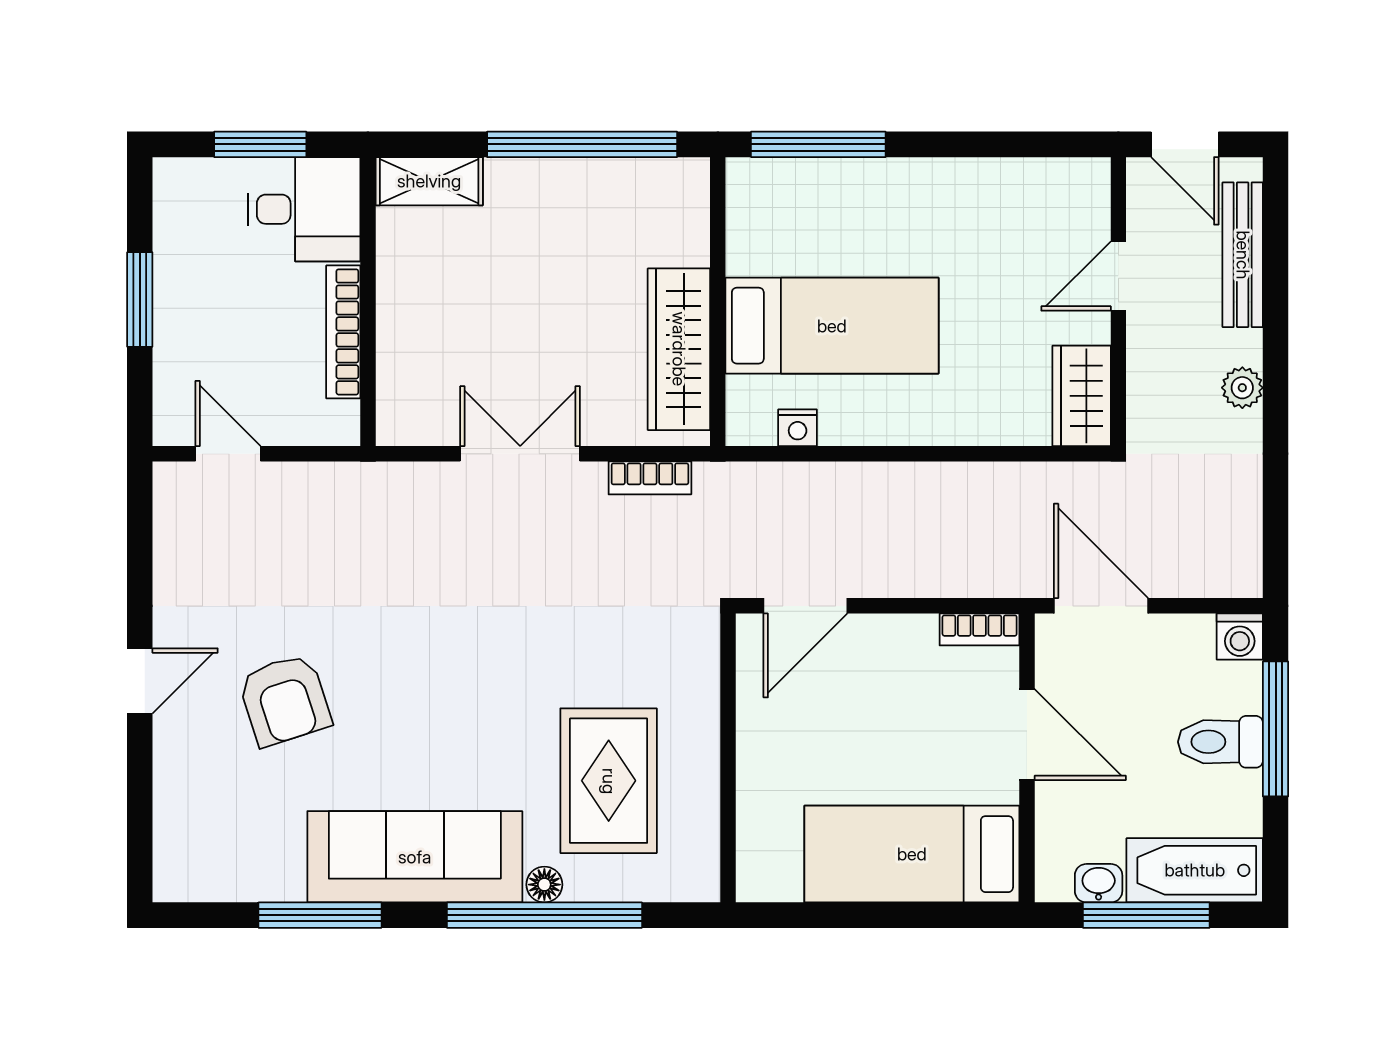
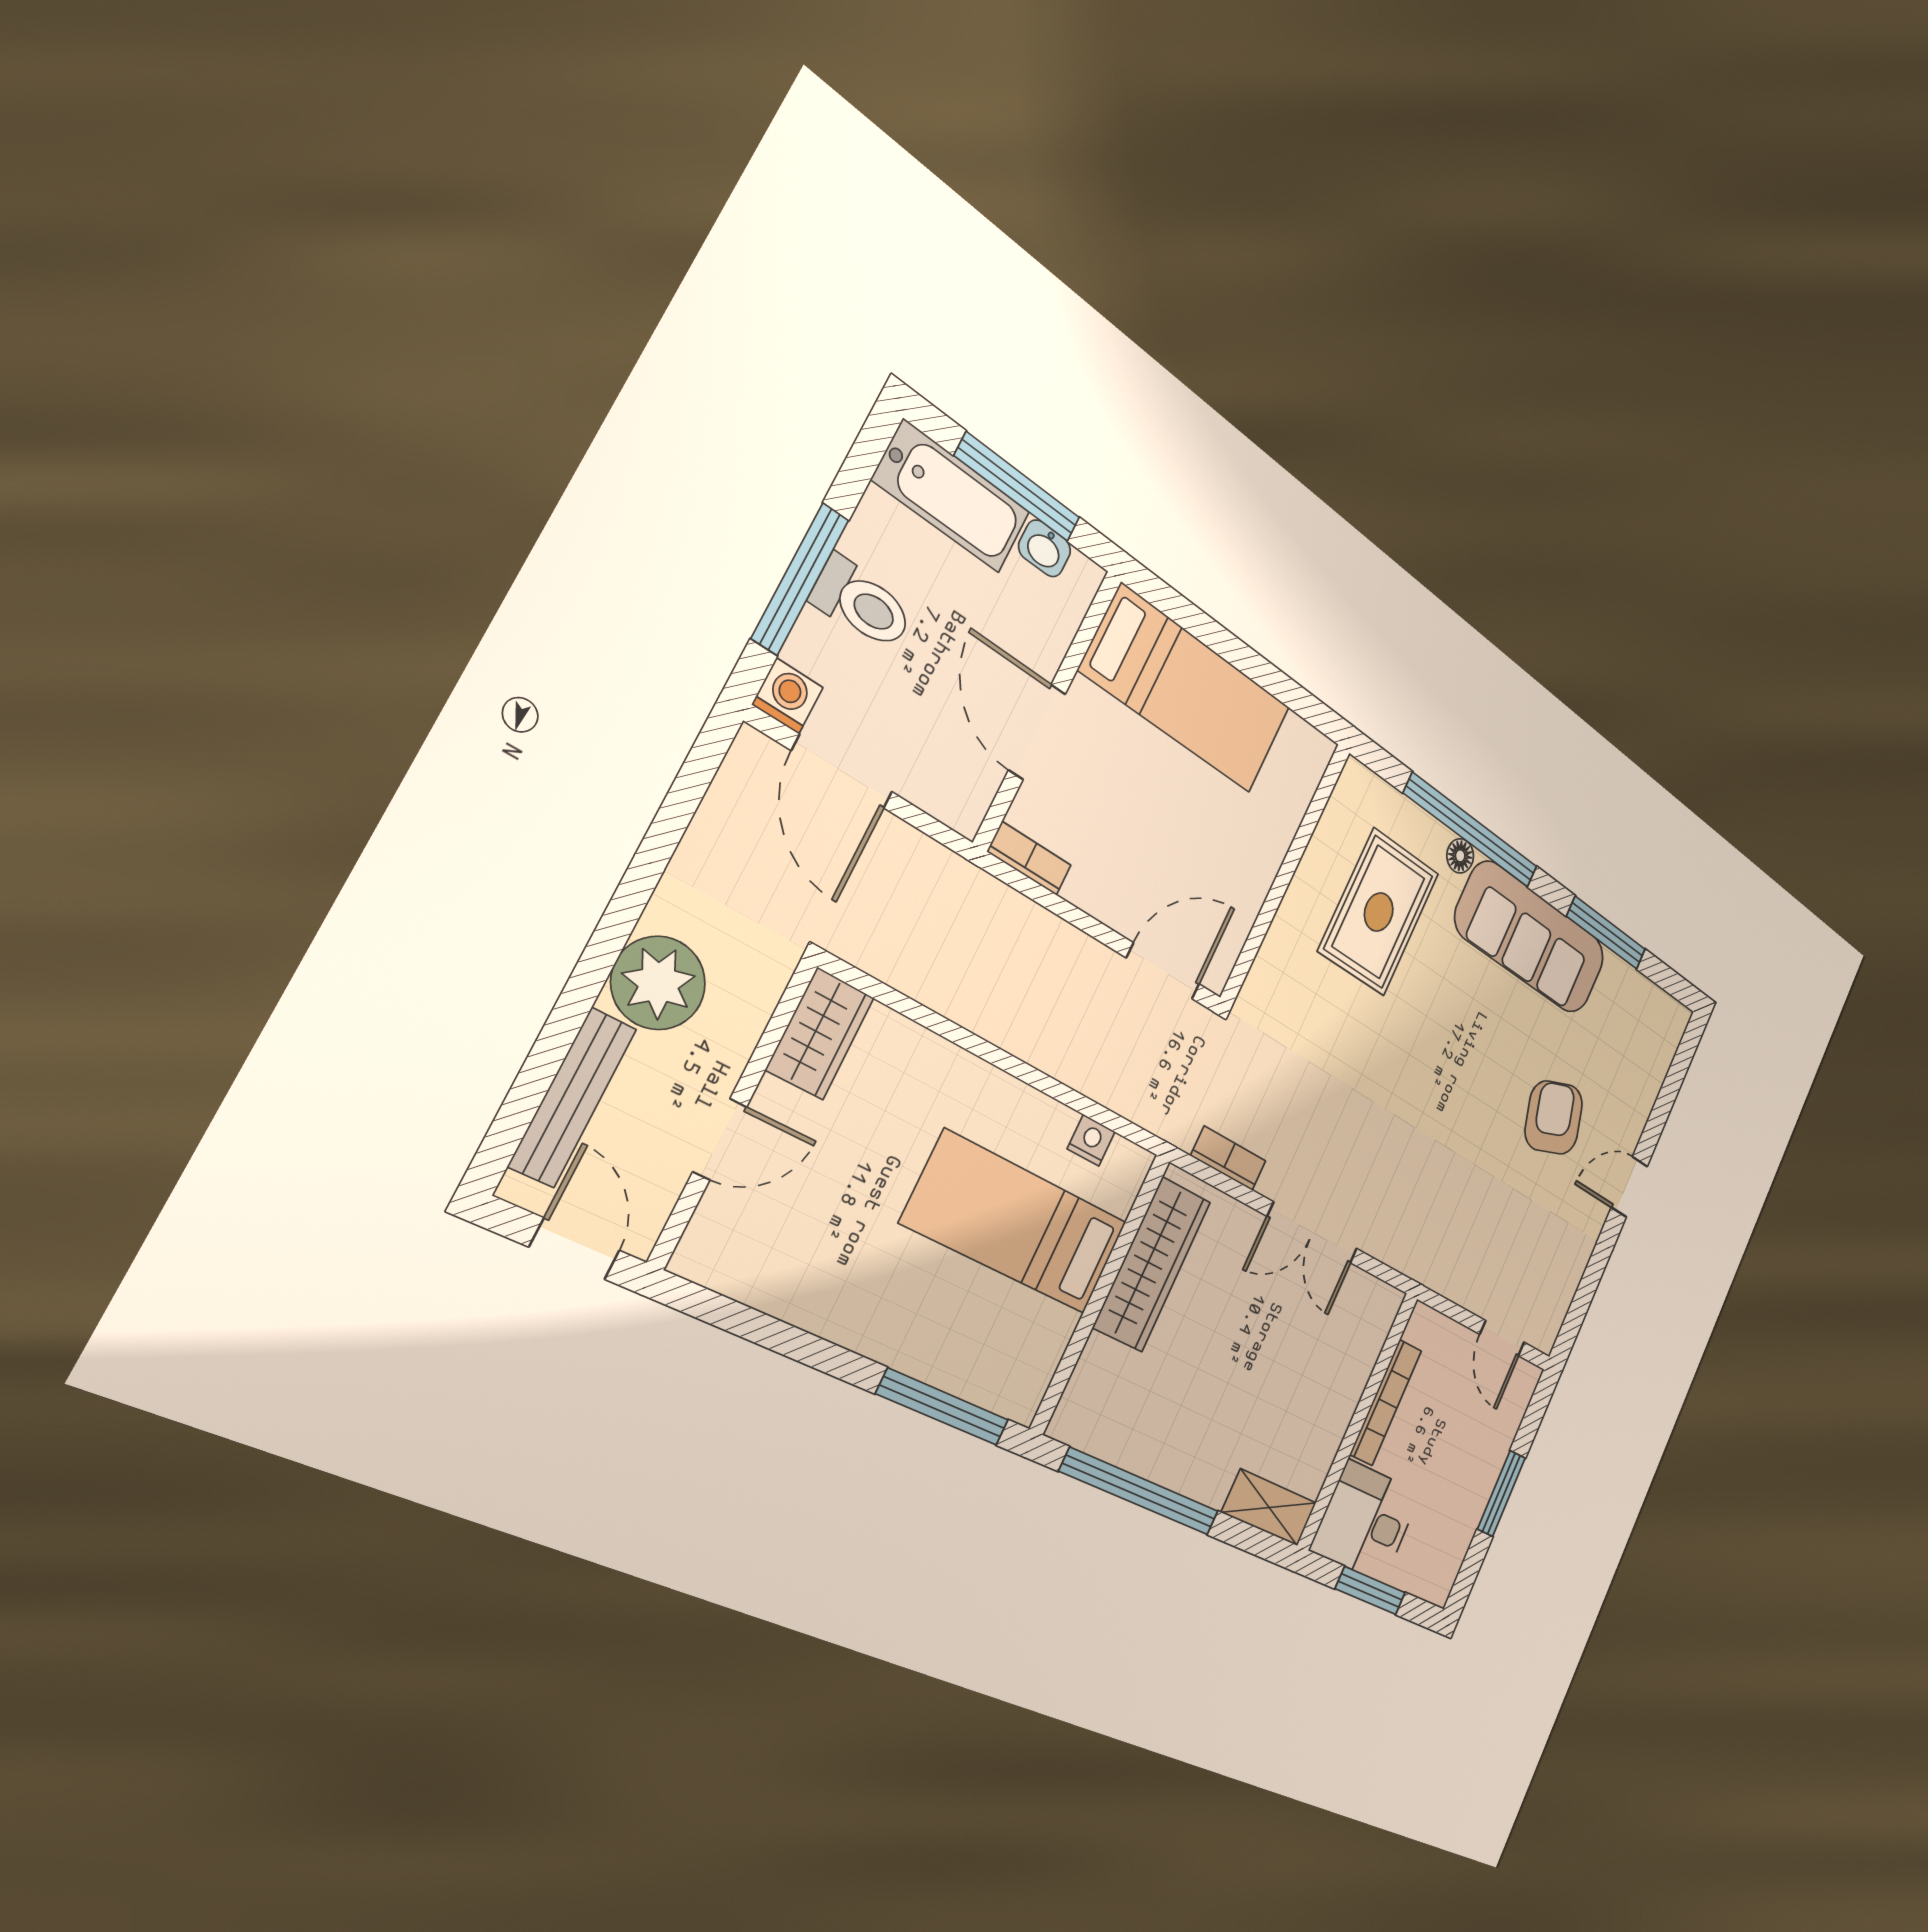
plant: (1242, 388) -> (658, 983), width x1.87, depth x1.87
door: (1101, 606) -> (842, 772), moved

